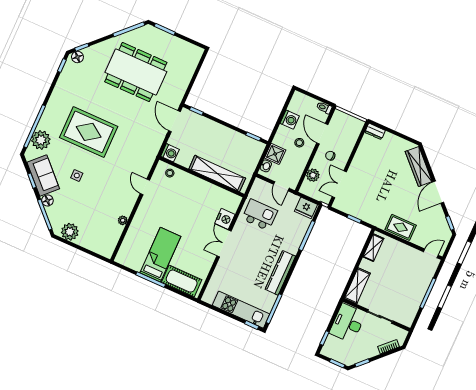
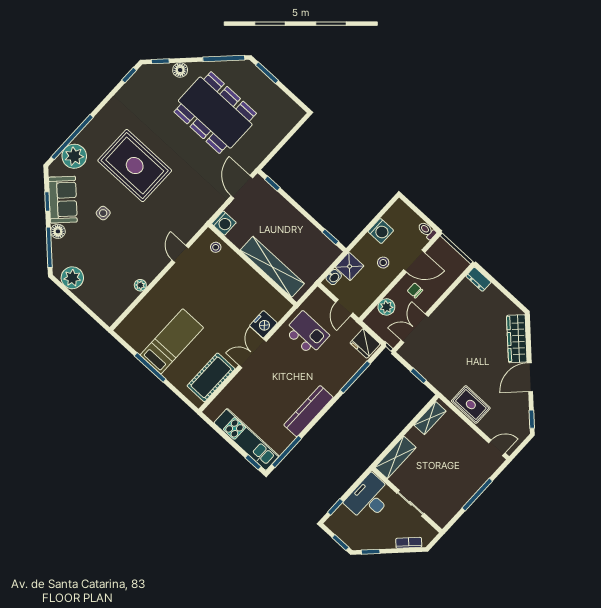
floor lamp: (77, 57) -> (180, 70), moved
door: (322, 134) -> (414, 261), swing flipped
cot: (182, 281) -> (211, 377), moved, turned 90

